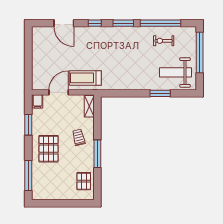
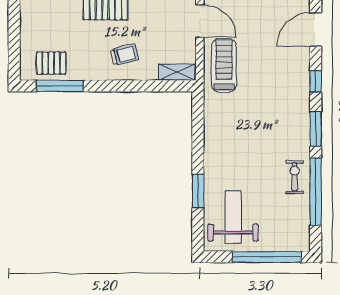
exercise bike: (164, 41) -> (295, 177), moved
window: (97, 154) -> (60, 86), moved

